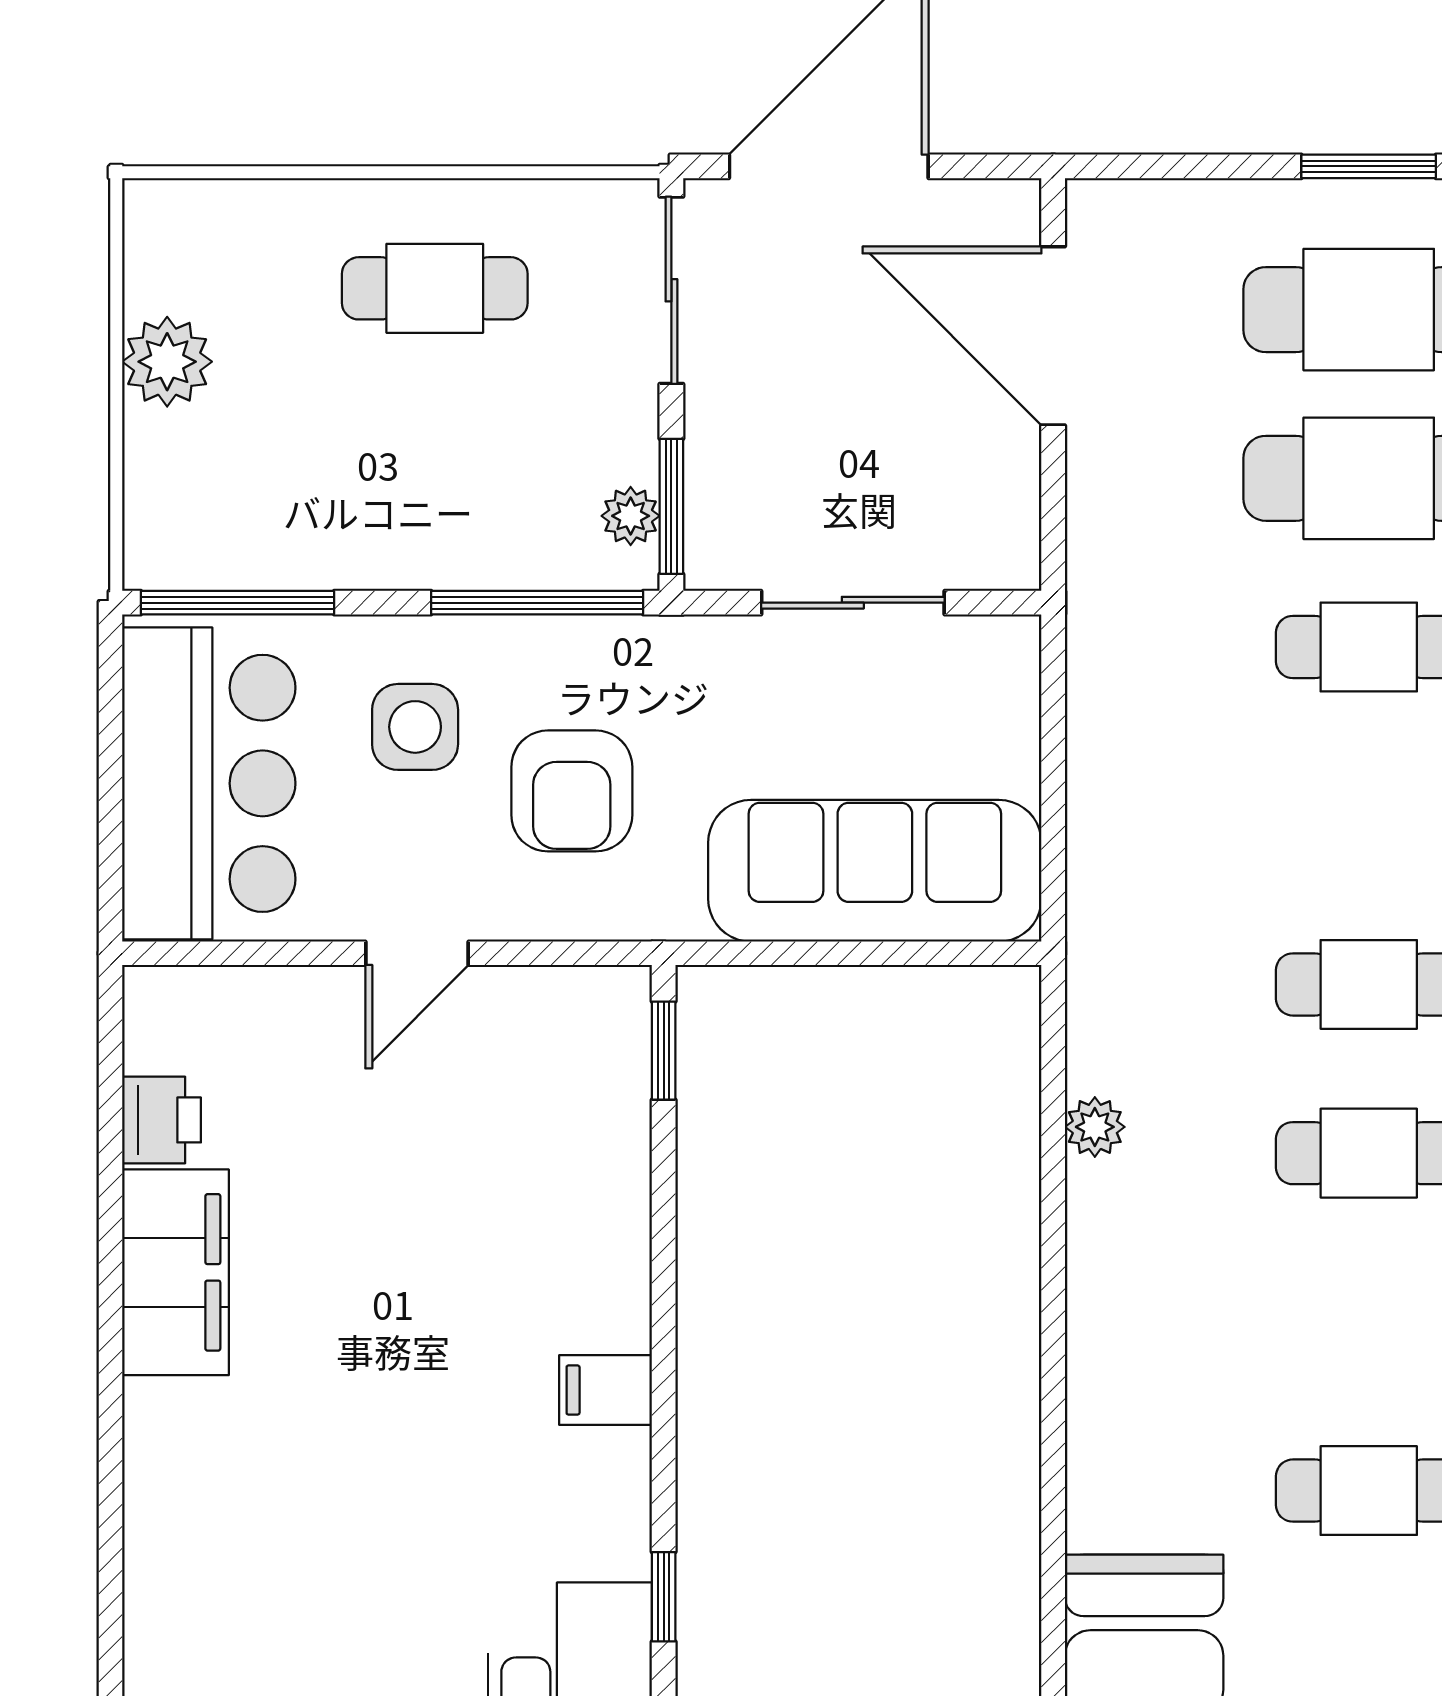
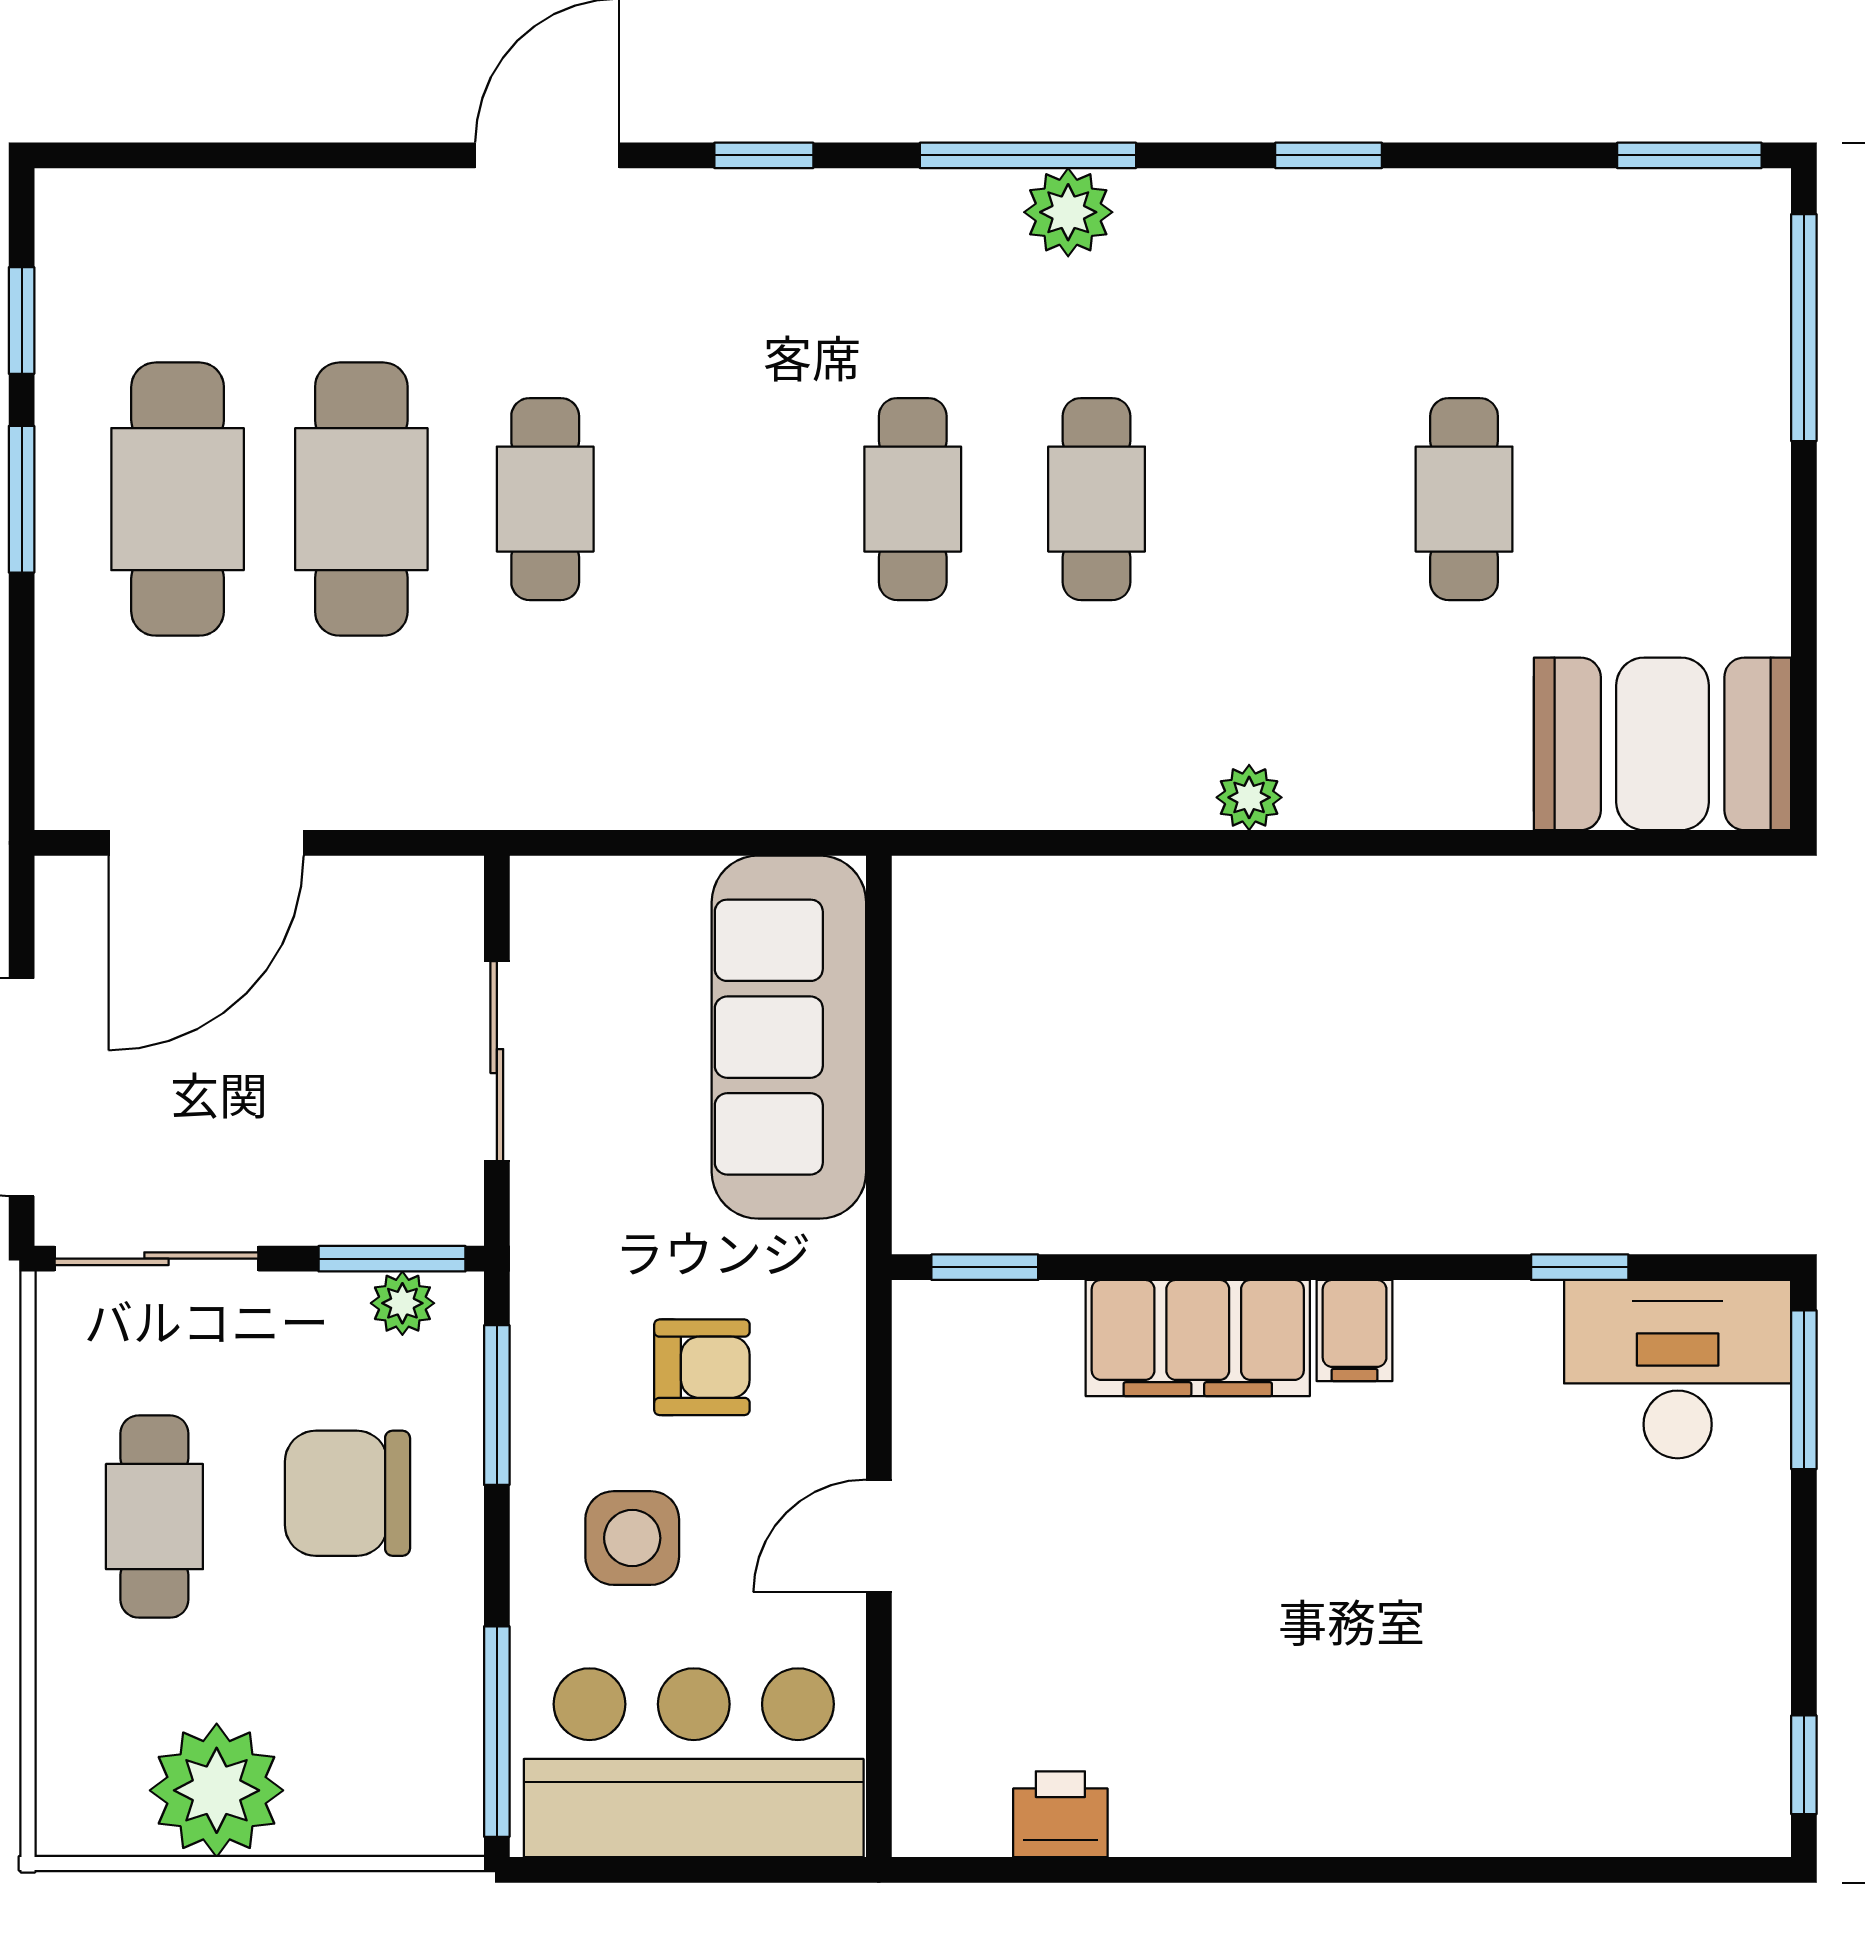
plant: (167, 362) -> (217, 1790), width x1.36, depth x1.36
chair: (456, 466) -> (348, 1493), added
window: (537, 603) -> (497, 1405), width x0.69
armchair: (572, 791) -> (702, 1367), width x0.72, depth x0.72
door: (417, 953) -> (879, 1536), swing flipped
plant: (1095, 1127) -> (1249, 797), moved
filing cabinet: (176, 1272) -> (1198, 1338), moved, turned 180

